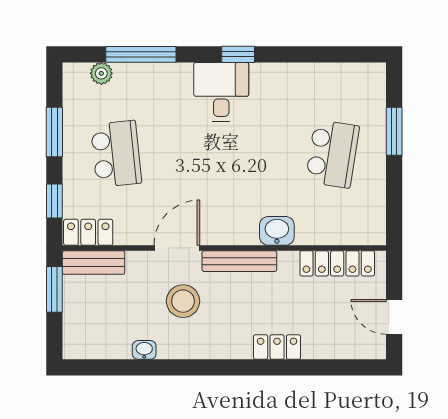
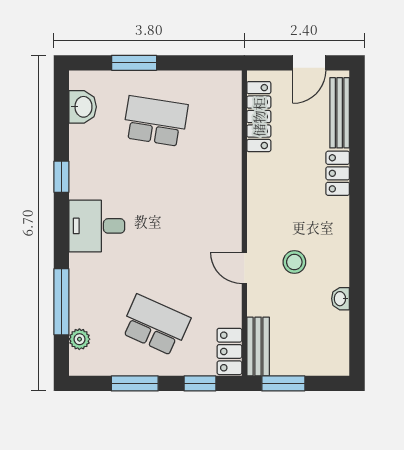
window: (238, 54) -> (61, 177), moved
school desk: (116, 154) -> (155, 325), turned 30
washbasin: (277, 231) -> (83, 107), moved, turned 180
door: (177, 248) -> (244, 268), width x0.73
bench: (239, 261) -> (340, 113), moved
stool: (183, 301) -> (294, 262), width x0.73, depth x0.73

